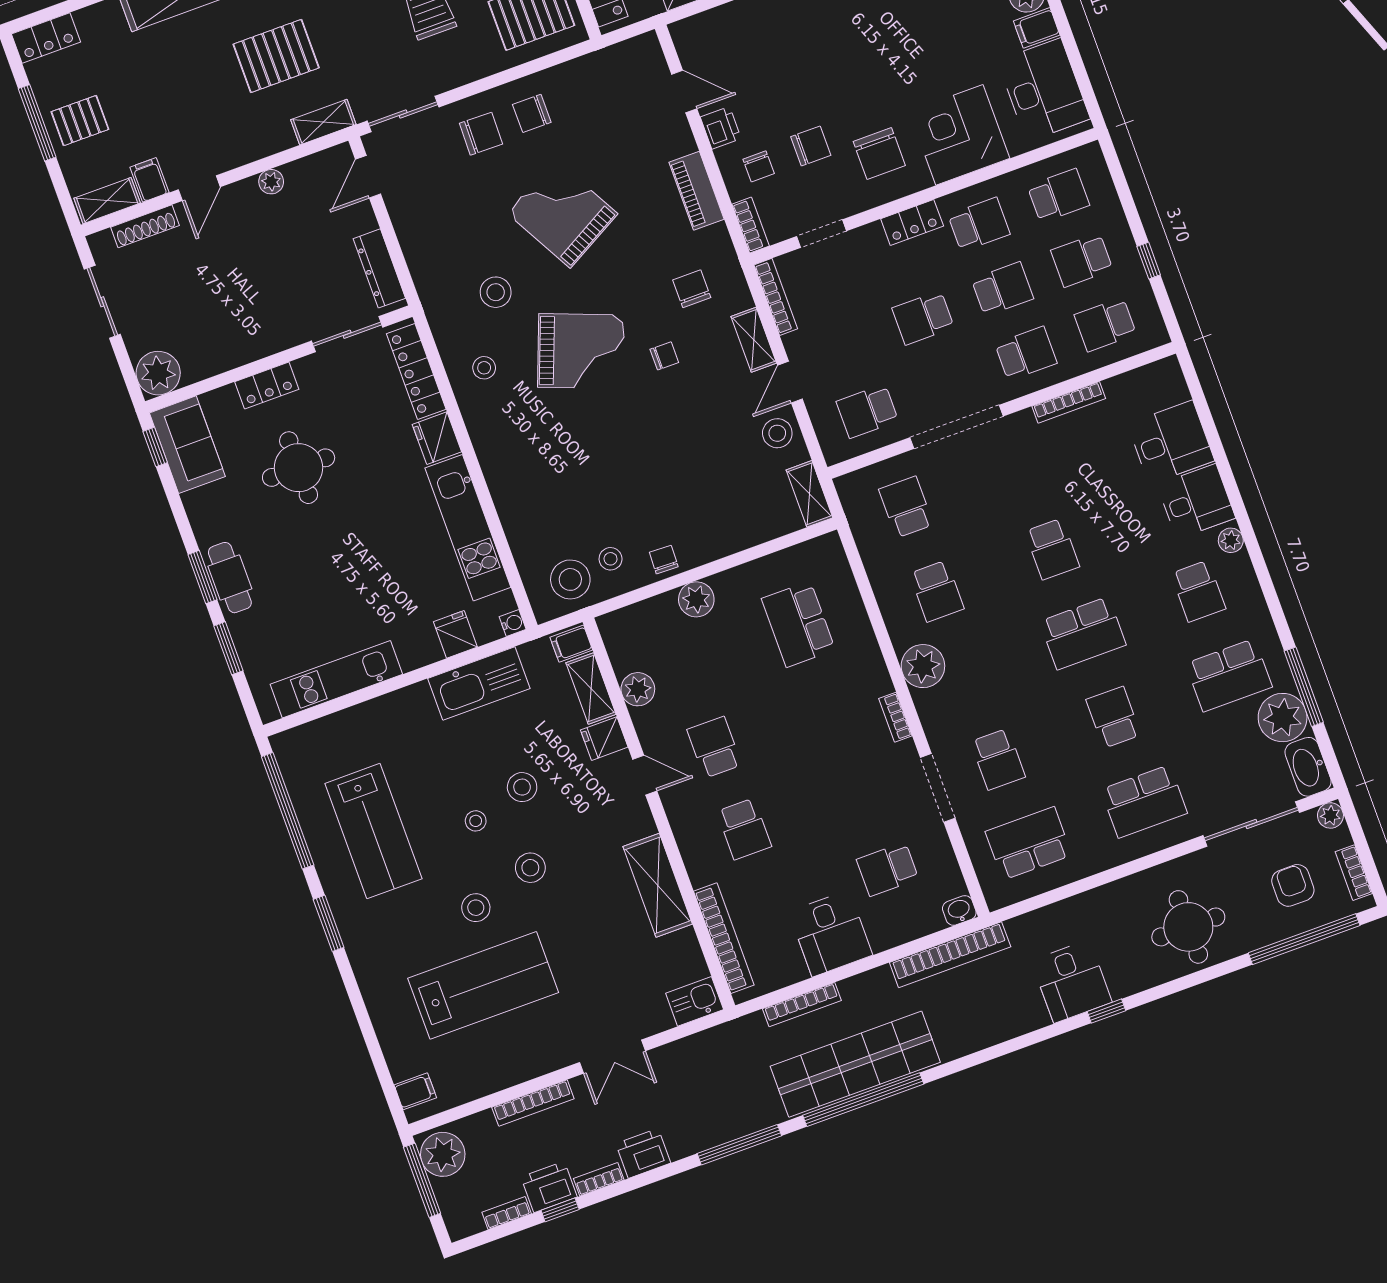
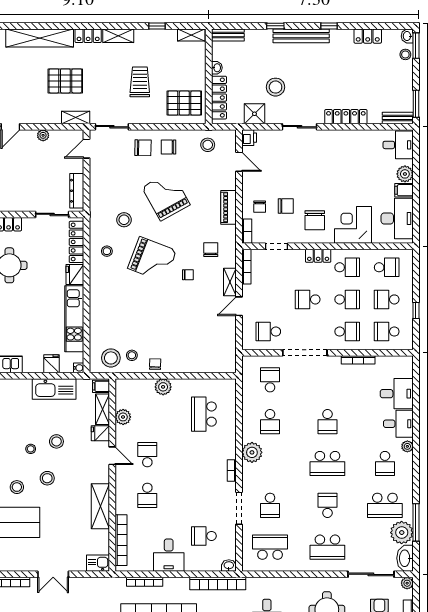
printer: (721, 128) -> (249, 138), moved
stool: (777, 433) -> (208, 145), moved
shelving: (809, 494) -> (230, 359), removed

